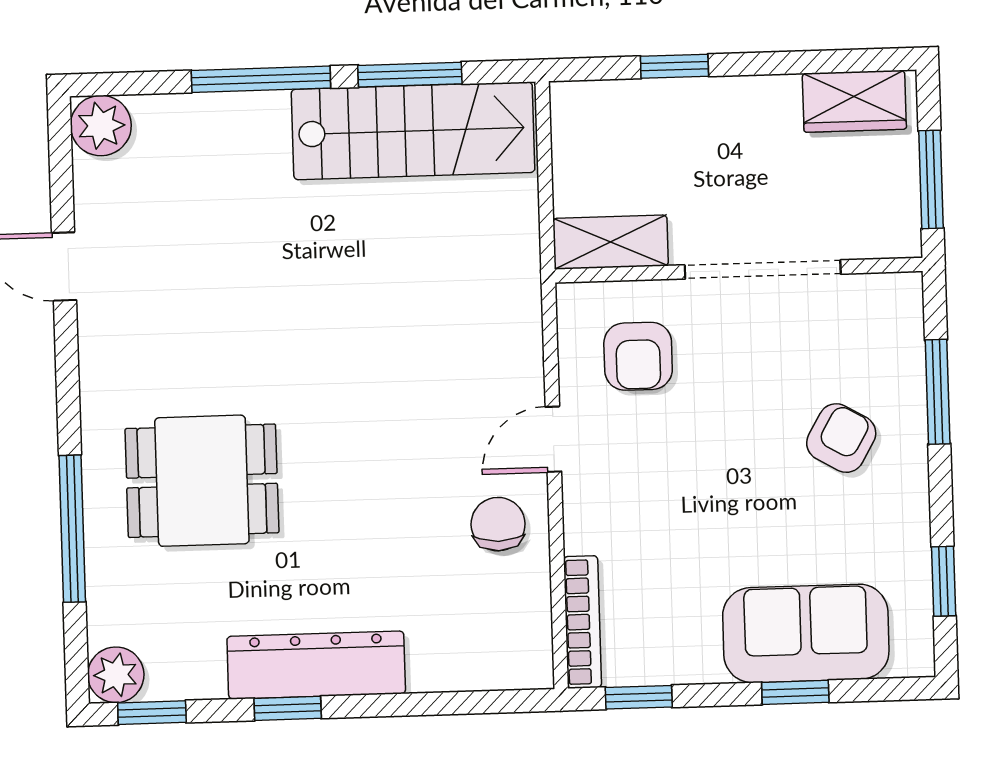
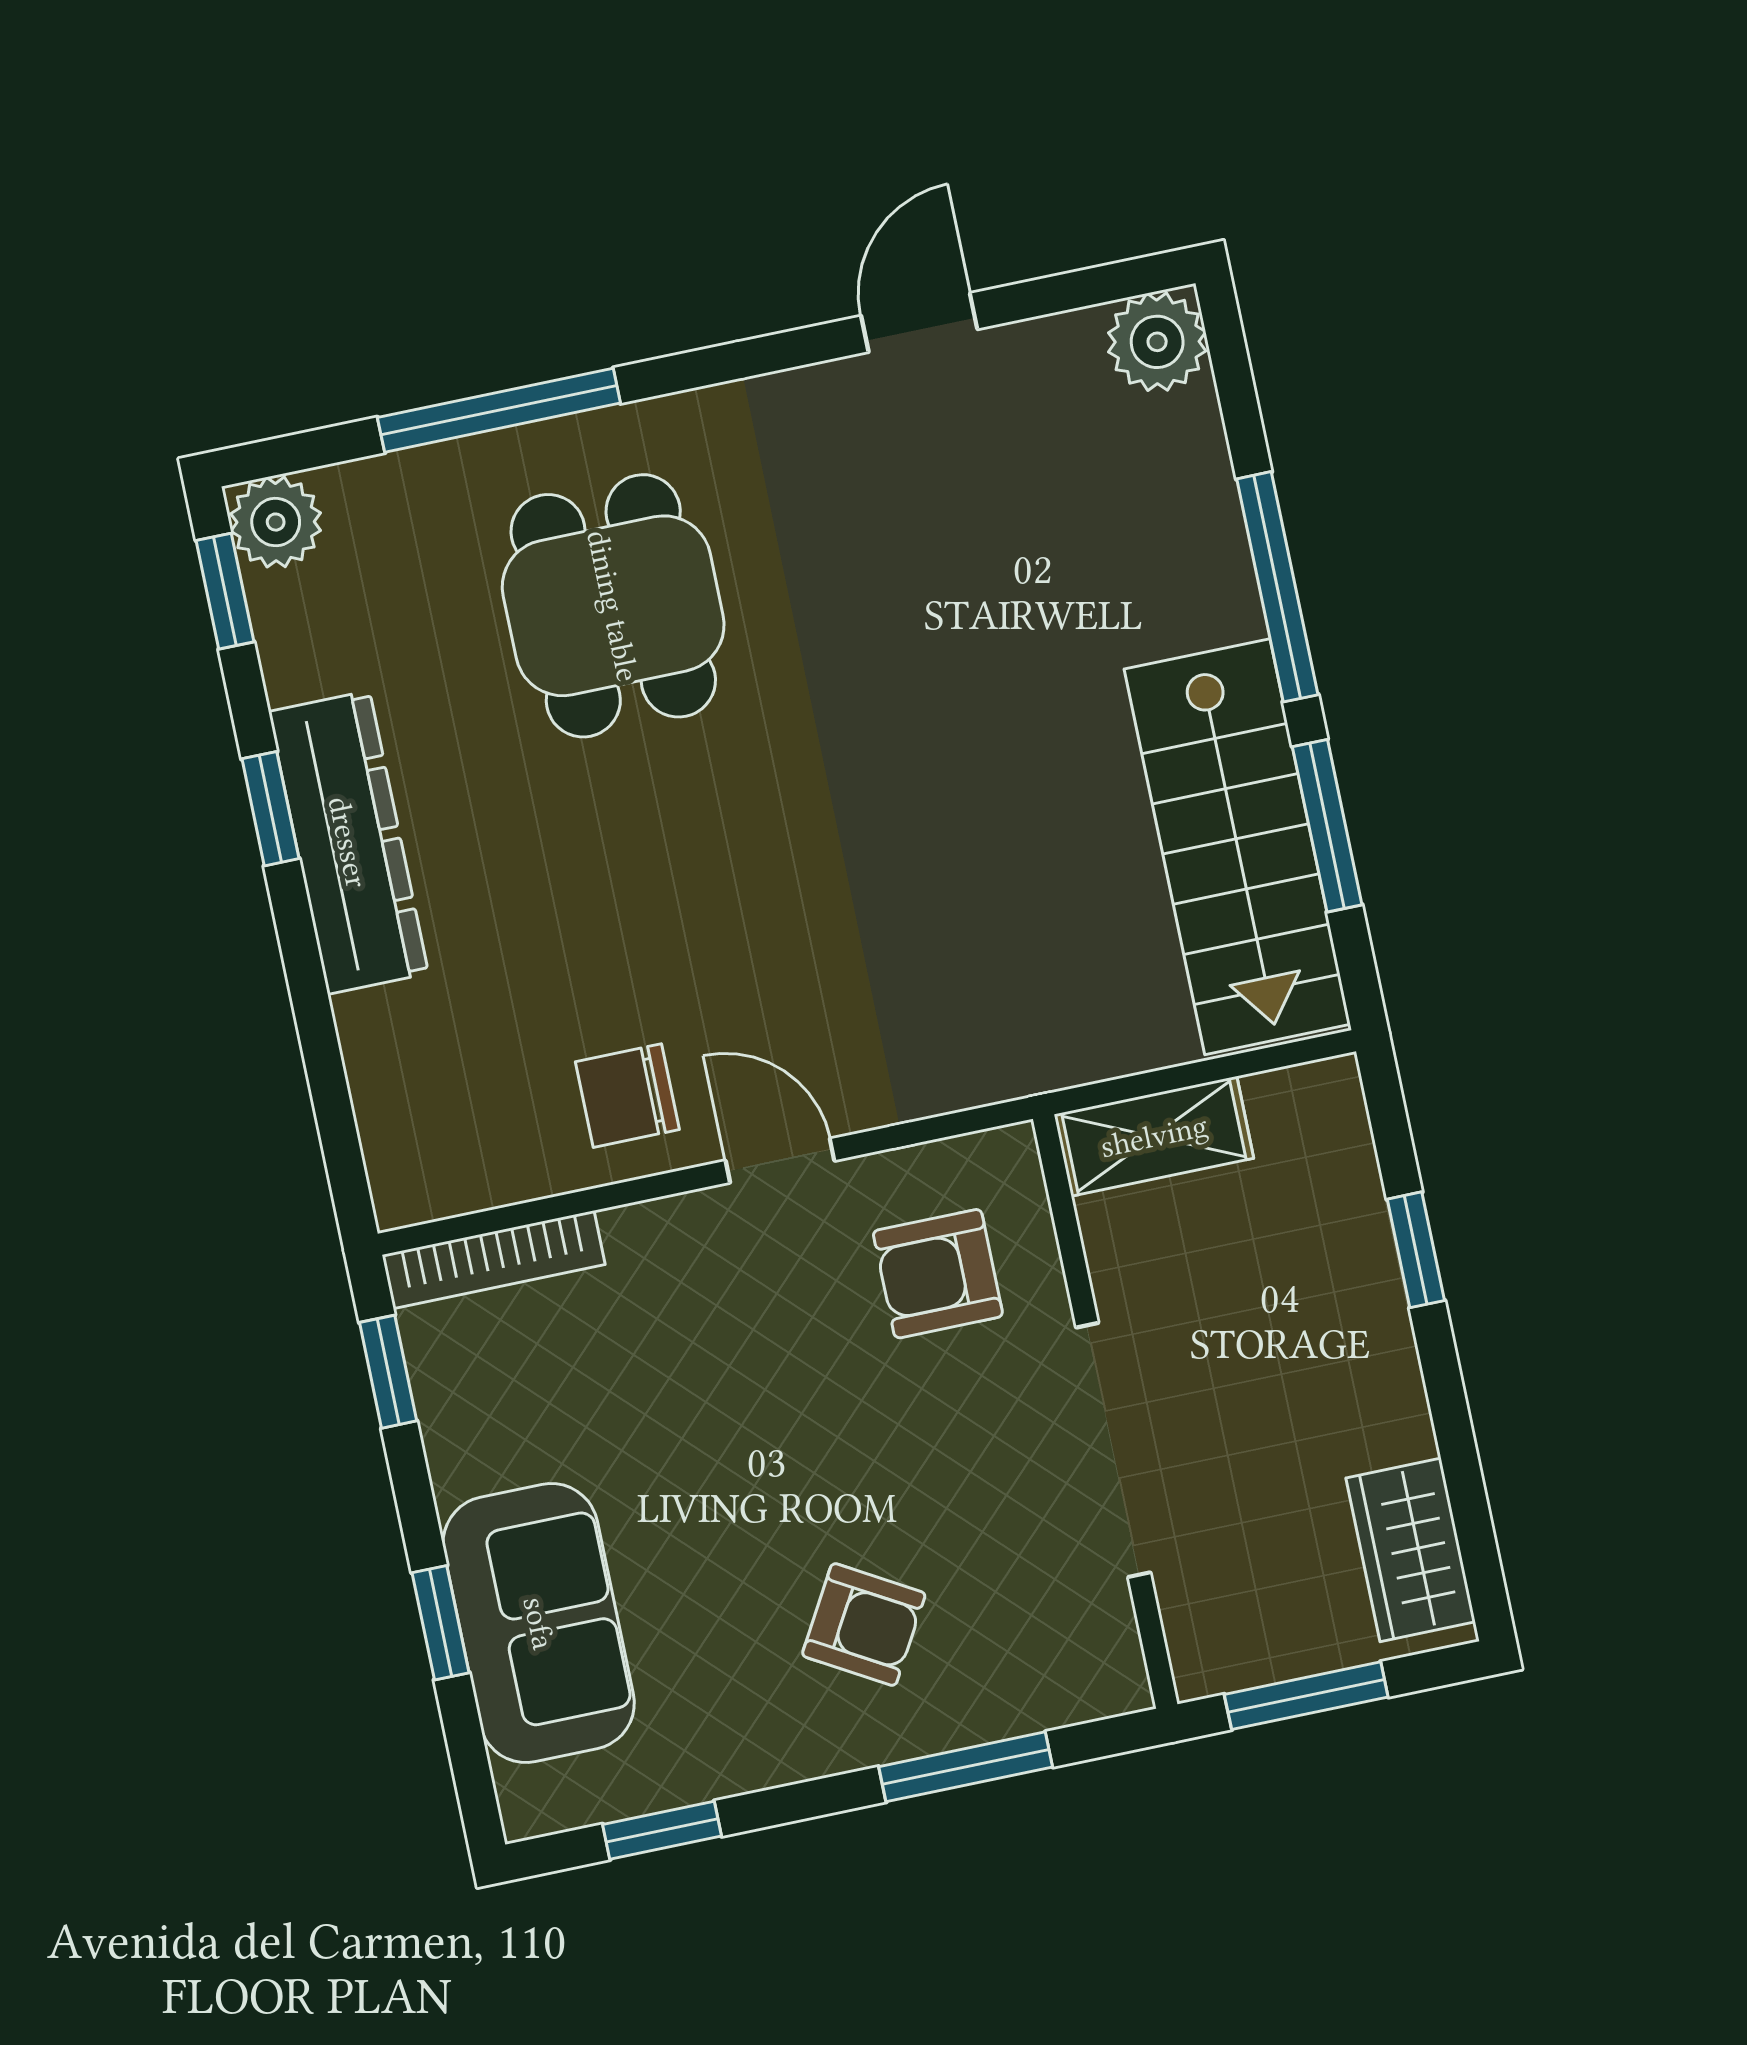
shelving: (611, 242) -> (1154, 1136), moved, turned 90
chair: (498, 524) -> (627, 1096), turned 180

